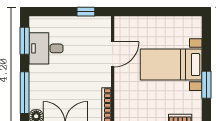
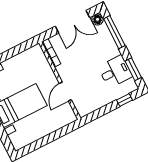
window: (86, 12) -> (125, 100), moved

